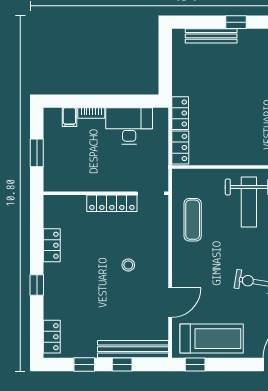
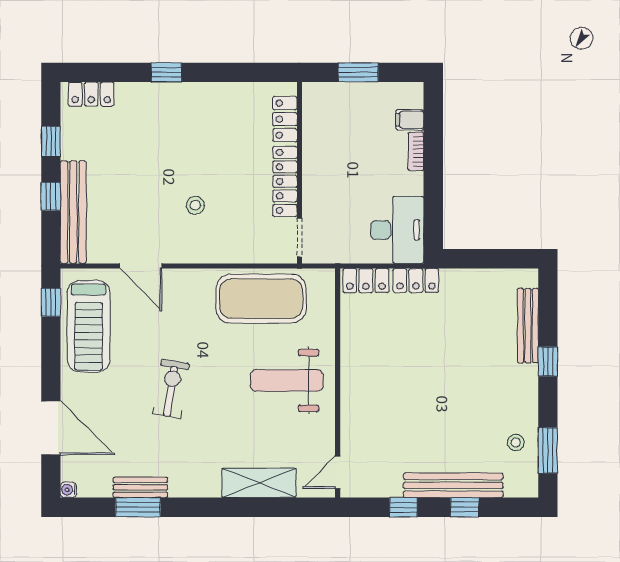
desk: (129, 126) -> (397, 230), moved
exercise mat: (193, 220) -> (261, 299), width x2.00, depth x1.45
locker: (52, 245) -> (285, 119), moved, turned 90

